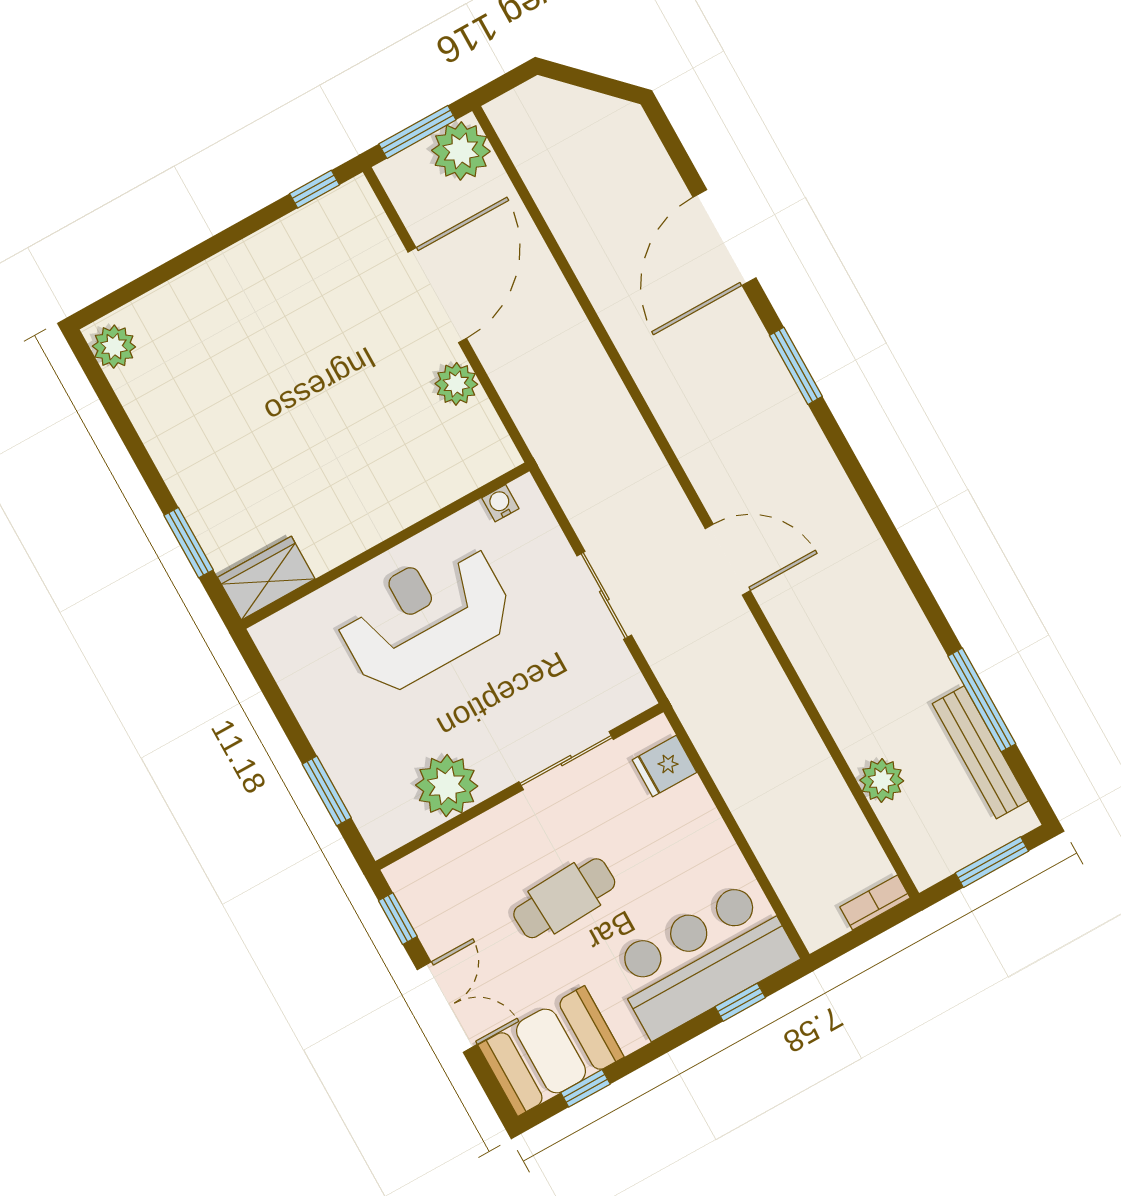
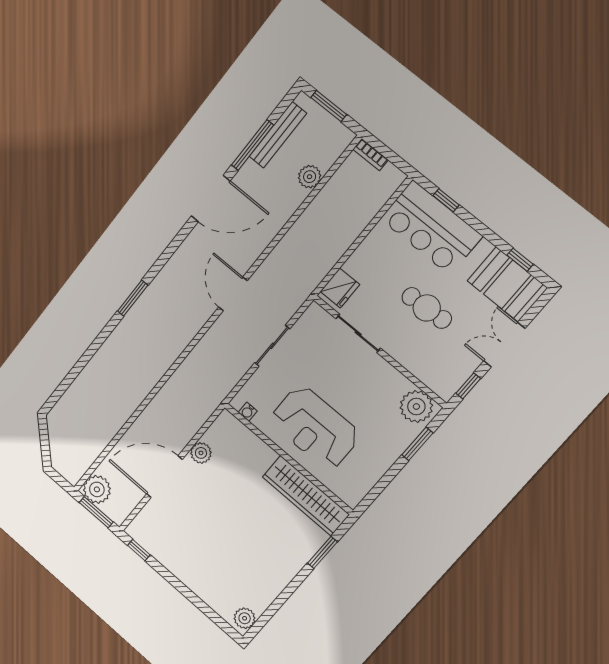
door: (724, 237) -> (211, 199), moved
wardrobe: (266, 578) -> (306, 496), width x2.10, depth x1.17
fridge: (665, 766) -> (340, 288), width x1.38
plant: (447, 786) -> (416, 407), moved

